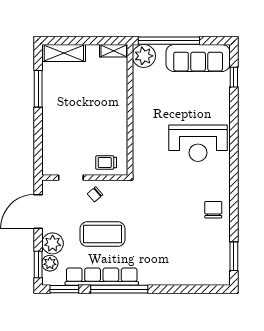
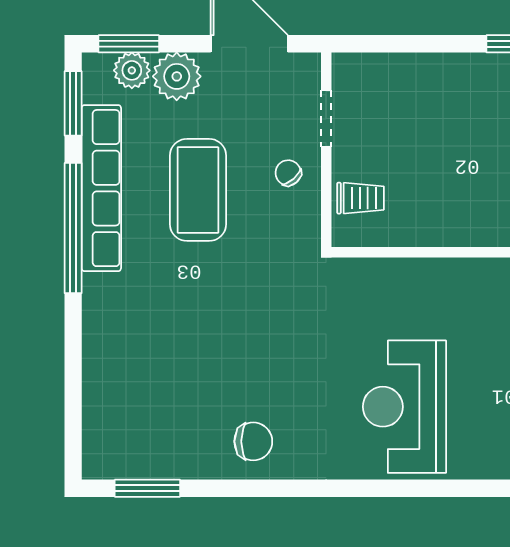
trolley: (106, 163) -> (360, 198), turned 90

